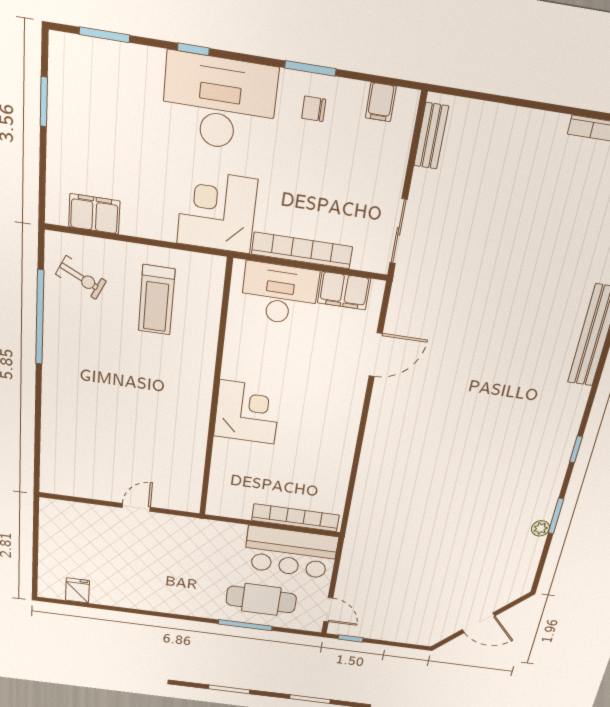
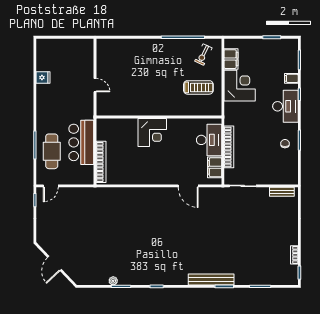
filing cabinet: (381, 102) -> (291, 78), moved
desk: (219, 103) -> (285, 106), width x0.73, depth x0.77
corner desk: (217, 212) -> (240, 86), moved
treadmill: (157, 300) -> (198, 87), turned 180
bar counter: (291, 552) -> (81, 142), moved
fridge: (78, 590) -> (43, 78), moved

